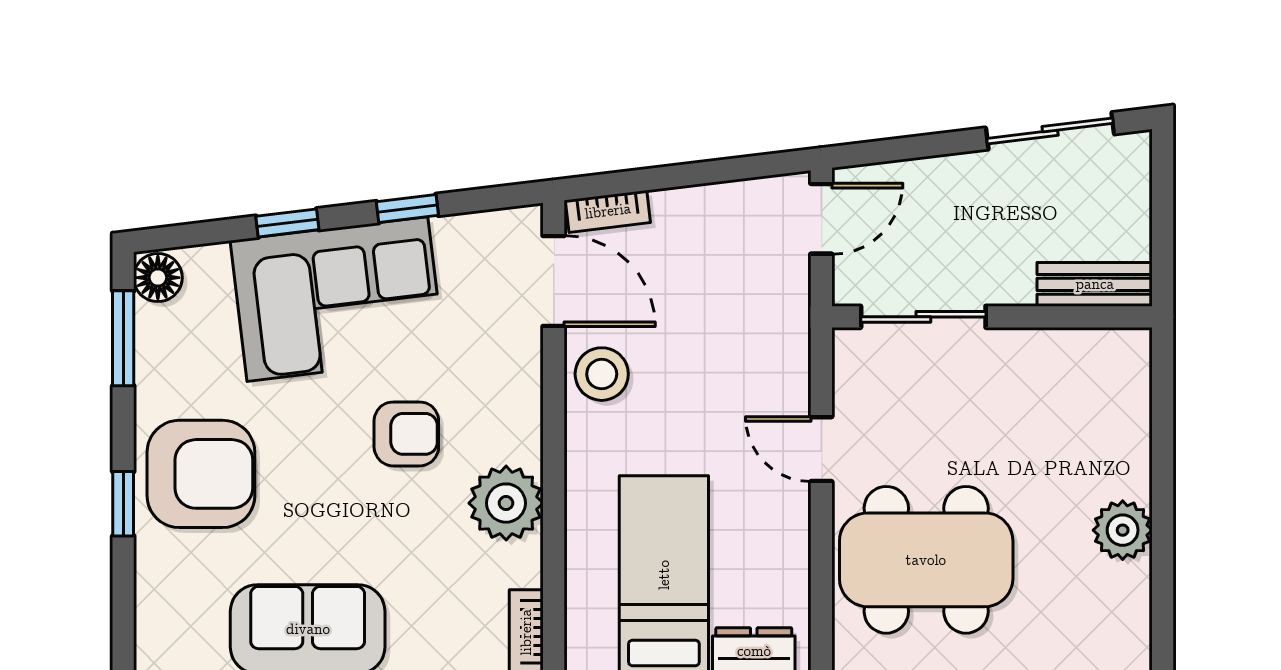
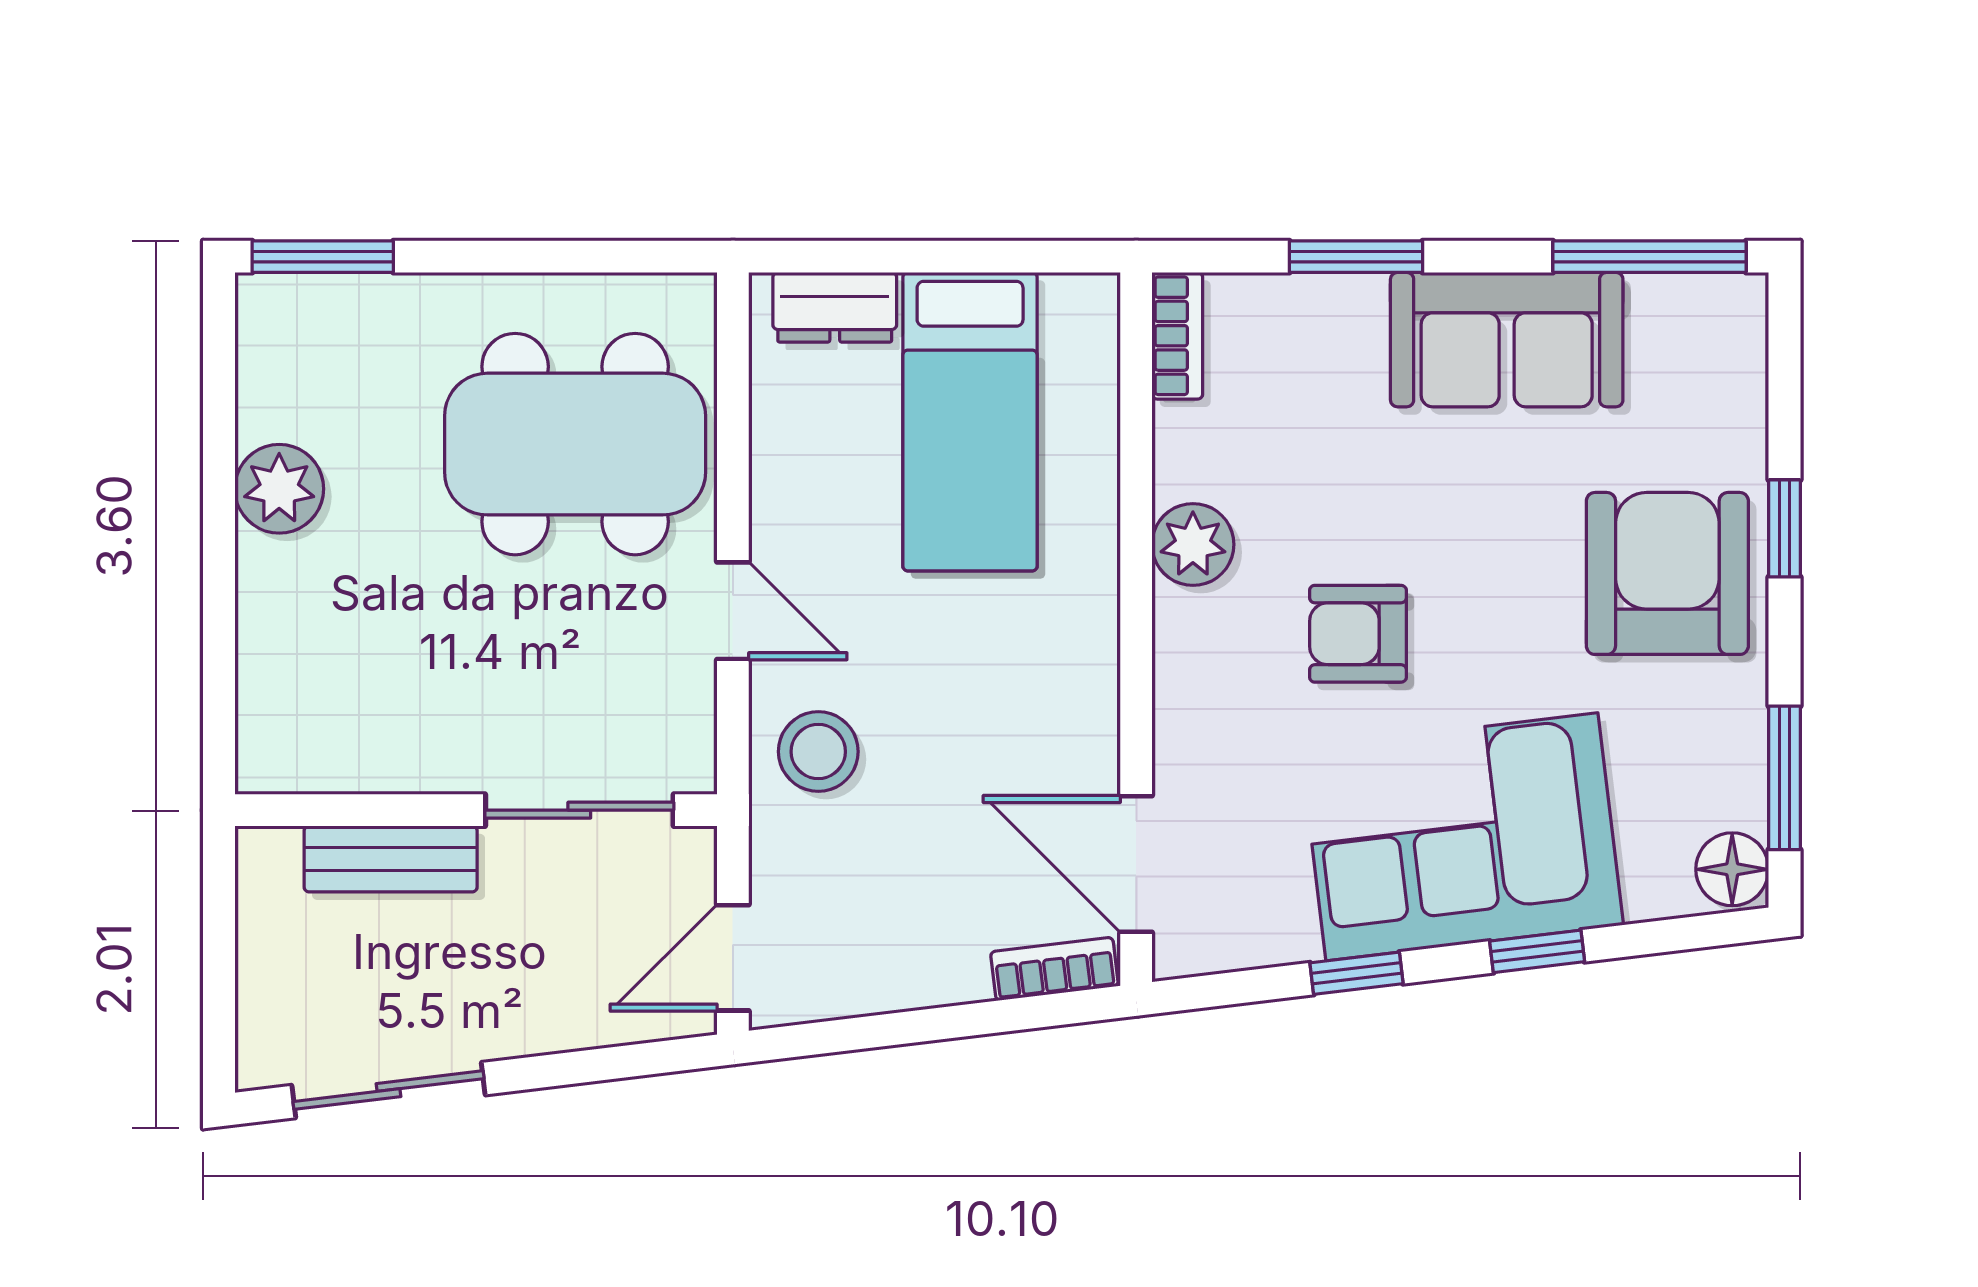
bench: (1095, 284) -> (391, 859), moved
stool: (602, 374) -> (818, 752), moved
armchair: (201, 474) -> (1667, 573), turned 90
plant: (506, 503) -> (1193, 544), width x0.73, depth x0.73

